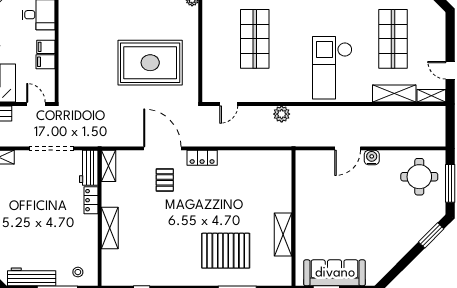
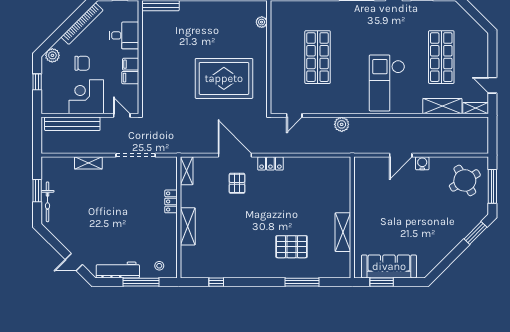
workbench: (89, 168) -> (169, 173), removed
round table: (419, 177) -> (465, 180), turned -30
pallet: (226, 251) -> (292, 247), width x0.73, depth x0.71

